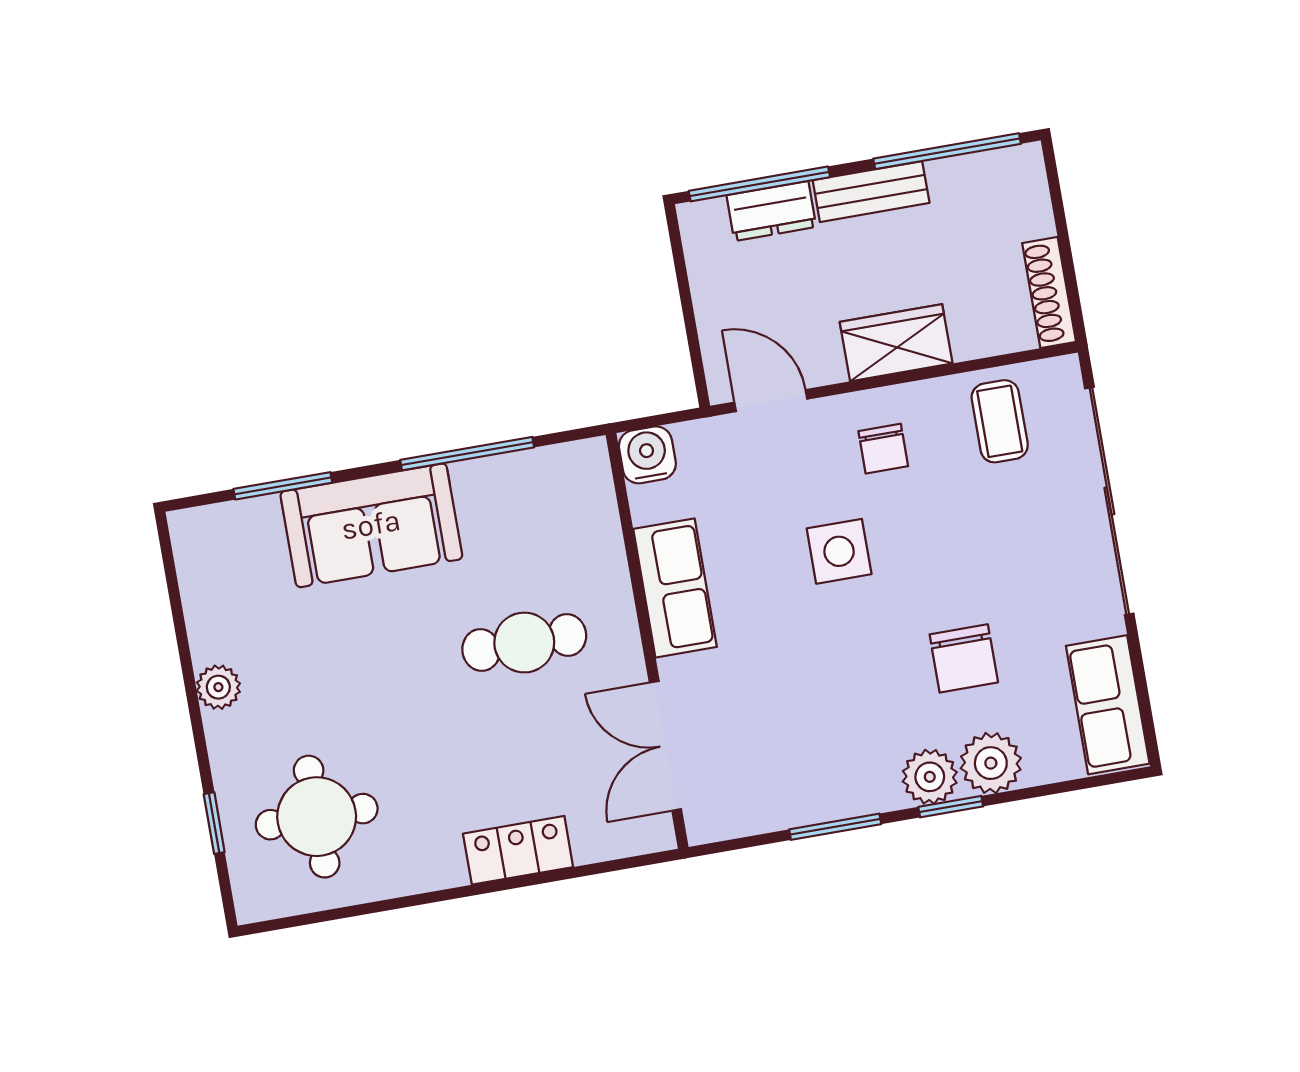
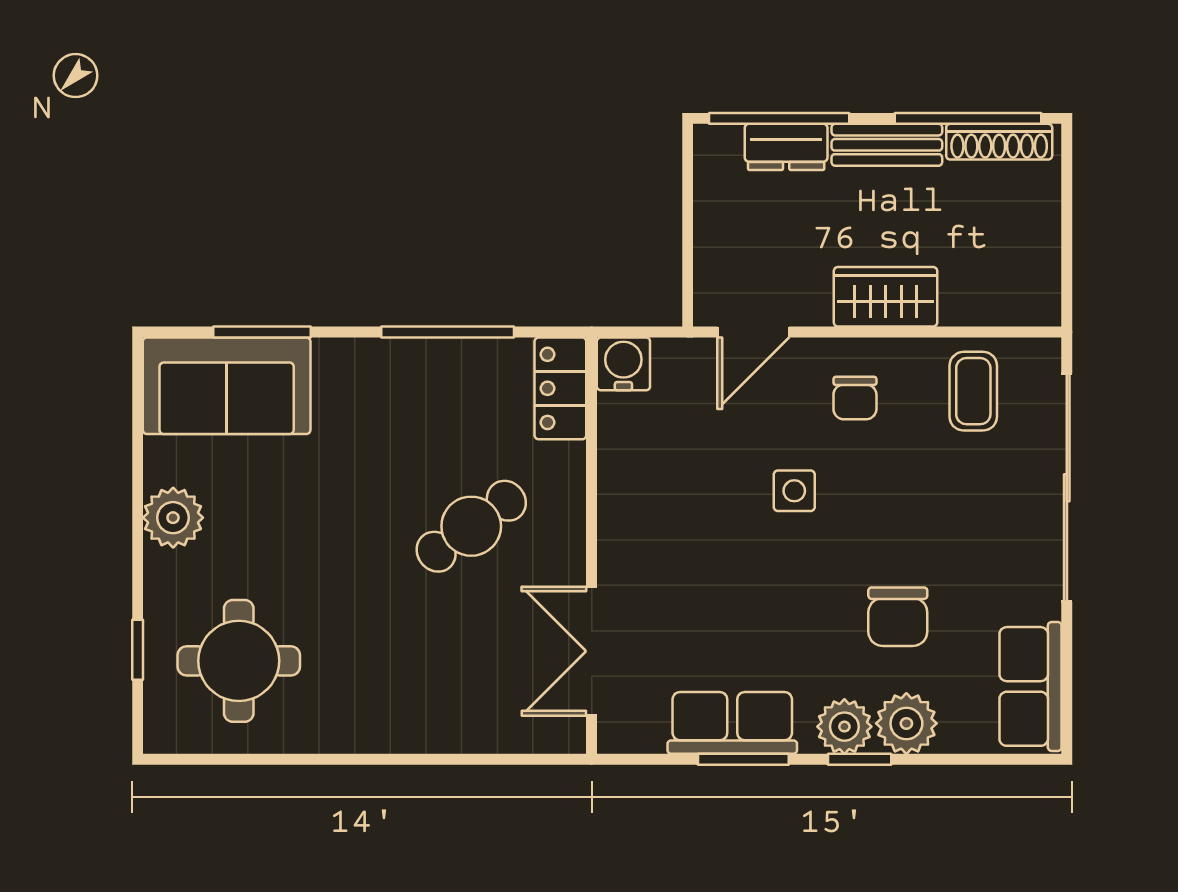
shoe rack: (1049, 292) -> (999, 142), moved, turned -90
door: (771, 401) -> (753, 332), swing flipped
sofa: (371, 525) -> (227, 386), moved
side table: (839, 551) -> (794, 491), width x0.73, depth x0.73
row of seats: (675, 588) -> (732, 723), moved, turned -90
cafe table: (524, 643) -> (471, 526), turned -36
plant: (218, 687) -> (173, 518), width x1.38, depth x1.38
locker: (518, 850) -> (560, 388), moved, turned -90

